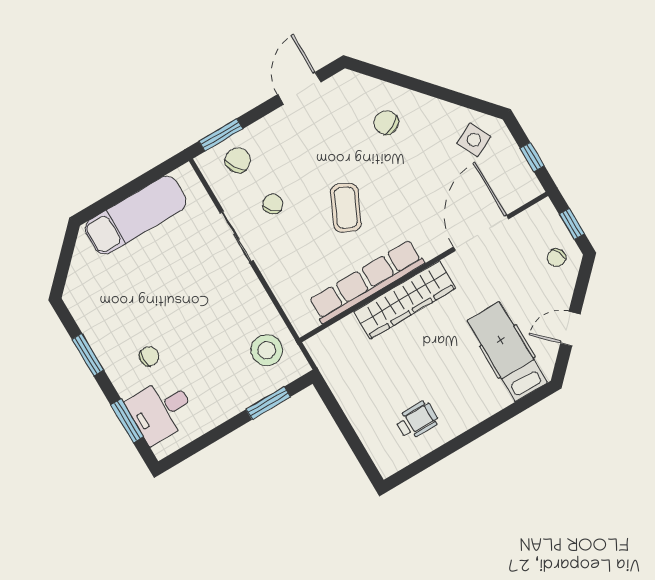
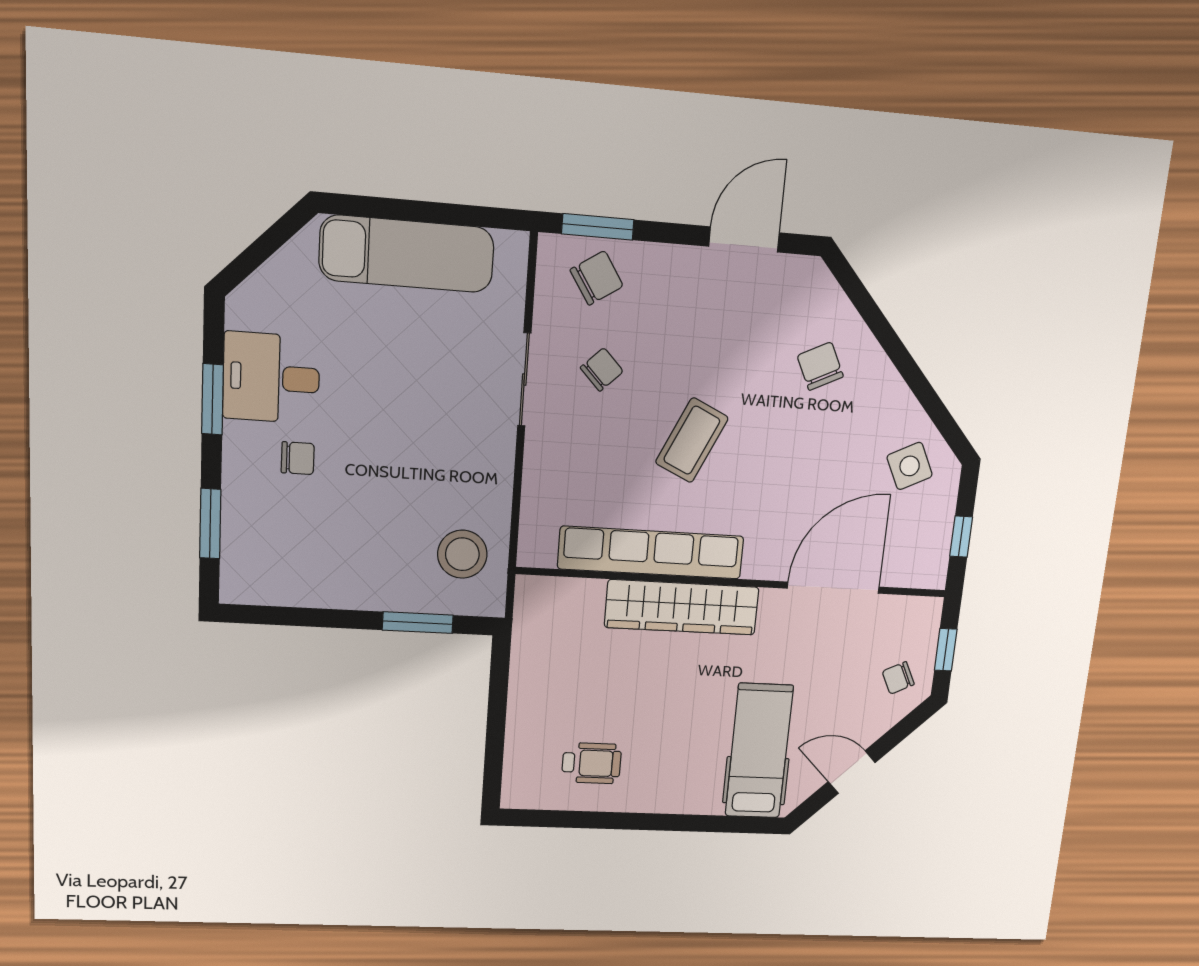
desk: (161, 410) -> (271, 378), moved

